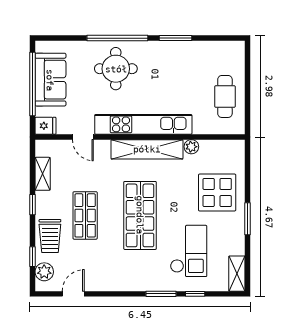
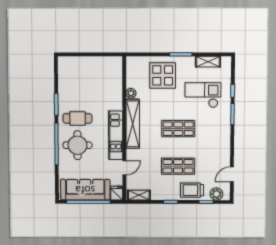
sofa: (50, 80) -> (85, 190), width x1.36
cafe table: (225, 96) -> (78, 118), moved
kitchen unit: (143, 124) -> (116, 135), width x0.73
shelving: (43, 174) -> (139, 195), moved
shop shelf: (140, 215) -> (178, 129), width x0.70, depth x0.74
trolley: (50, 236) -> (192, 190), turned 180
shelving: (237, 274) -> (208, 62), moved
door: (73, 294) -> (232, 174), hinge flipped

